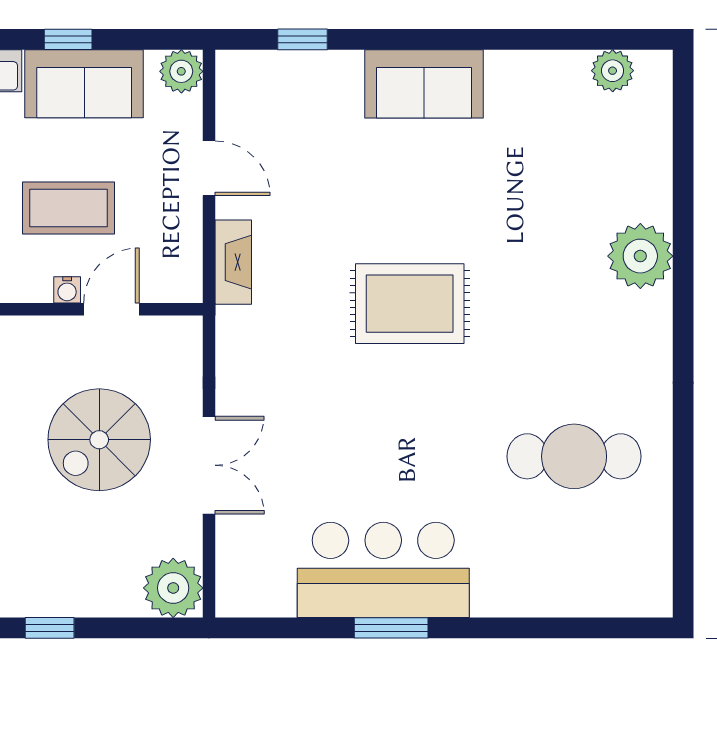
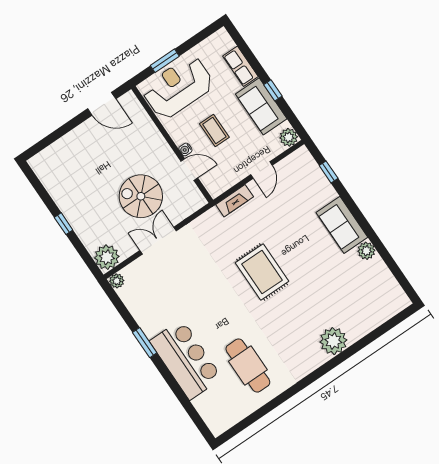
plant: (613, 71) -> (366, 251), moved
coffee table: (69, 208) -> (214, 131), width x0.73, depth x0.77
double door: (209, 465) -> (158, 241), swing flipped
bar counter: (383, 570) -> (186, 360), moved
plant: (233, 600) -> (117, 281), added

